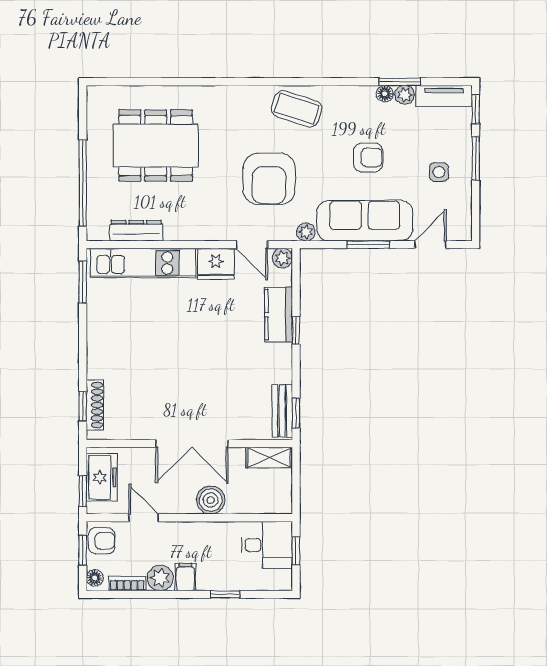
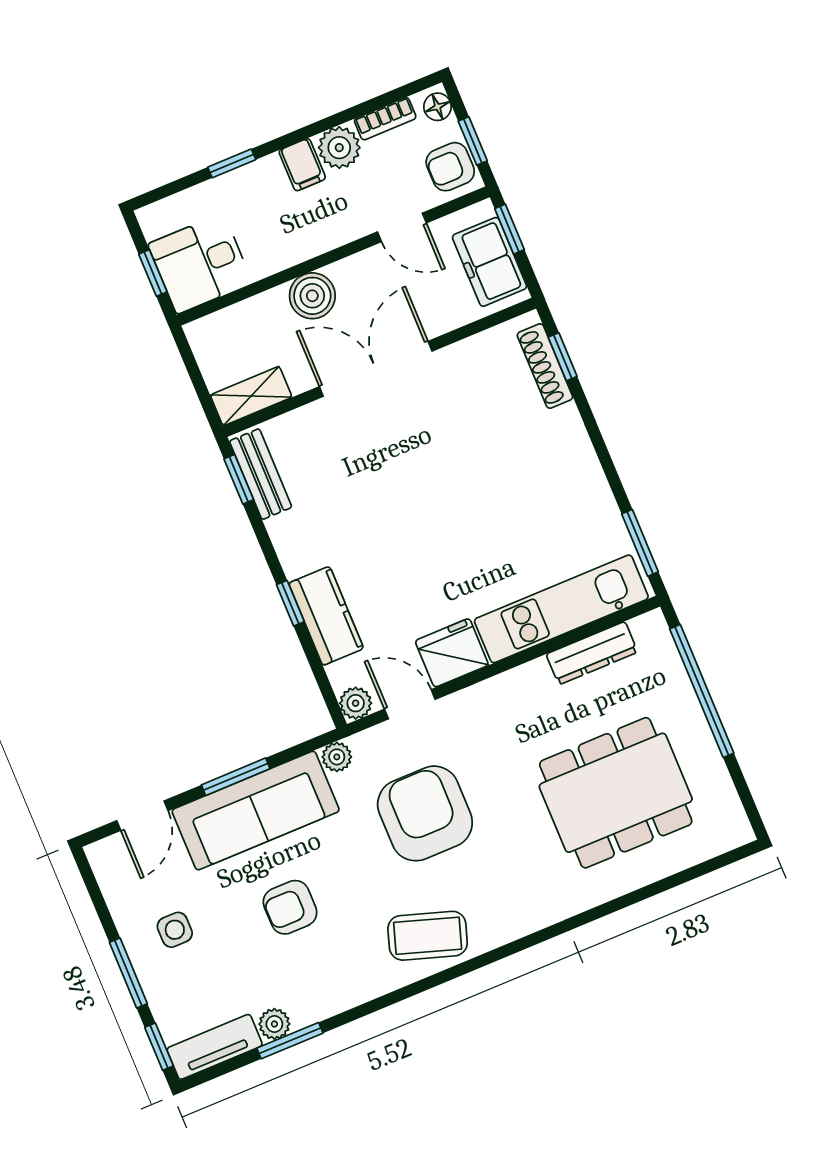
floor lamp: (385, 94) -> (305, 1013), removed

